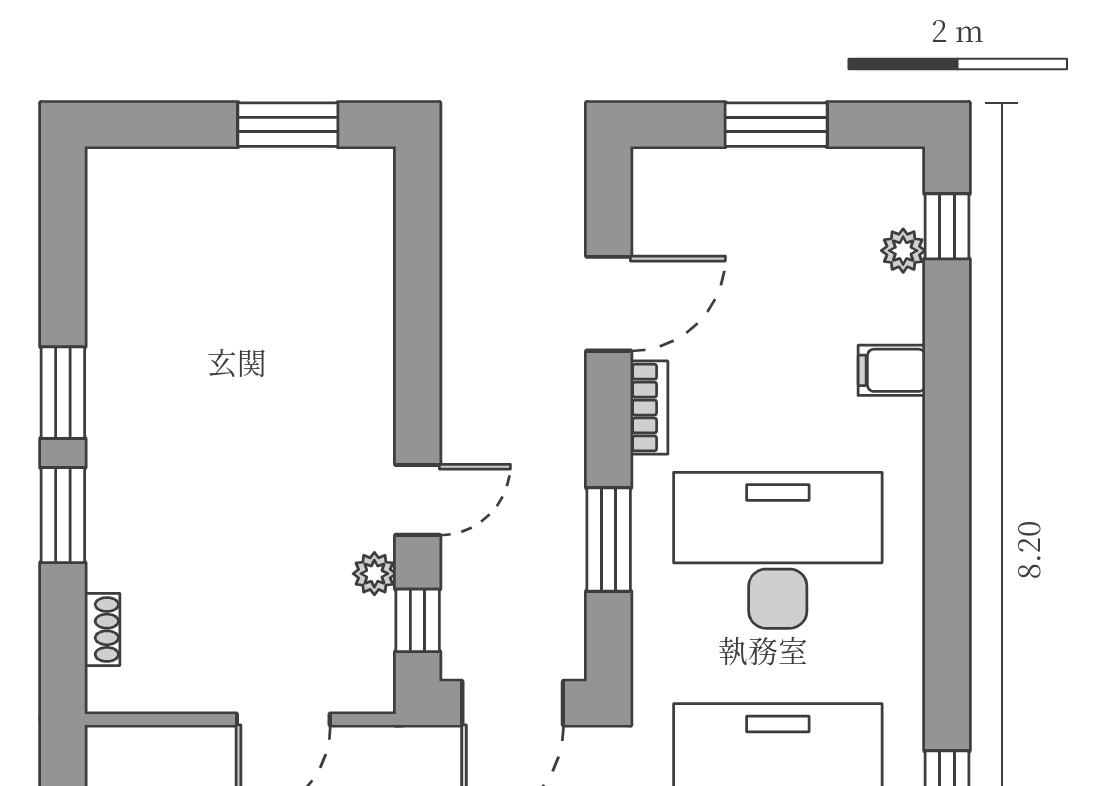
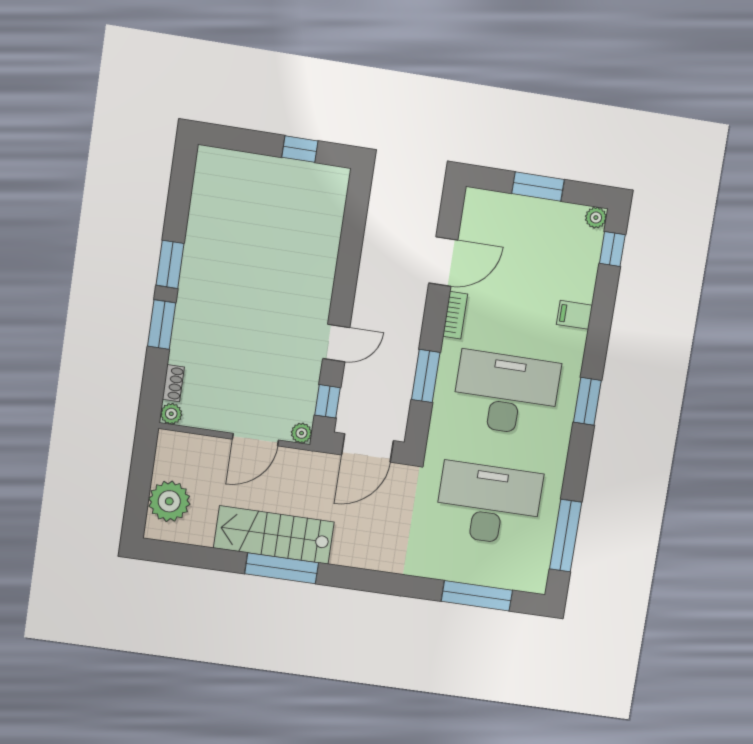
window: (288, 125) -> (300, 149), width x0.67
plant: (903, 251) -> (596, 218), moved
window: (947, 542) -> (587, 401), added
plant: (374, 574) -> (301, 433), moved
plant: (107, 692) -> (171, 414), added

